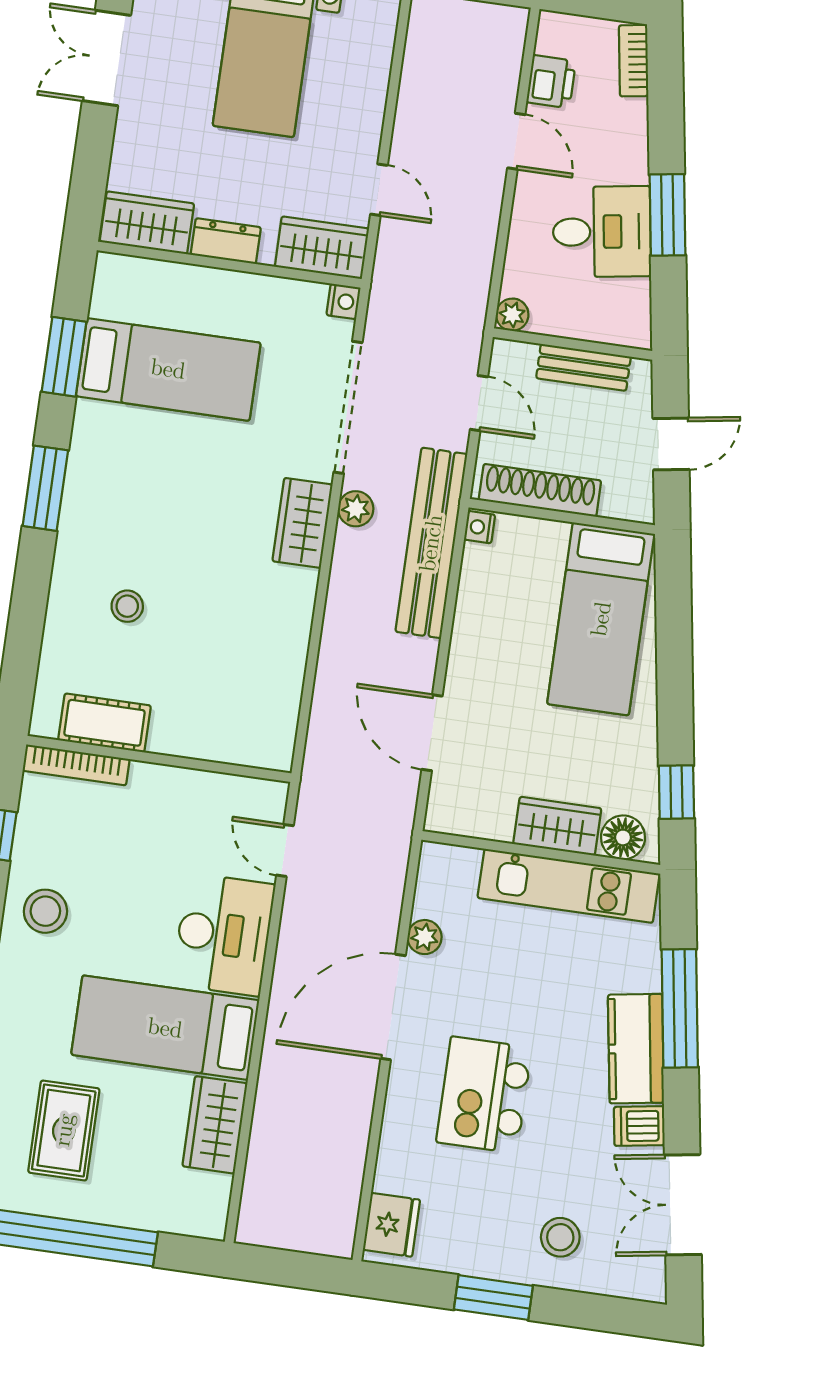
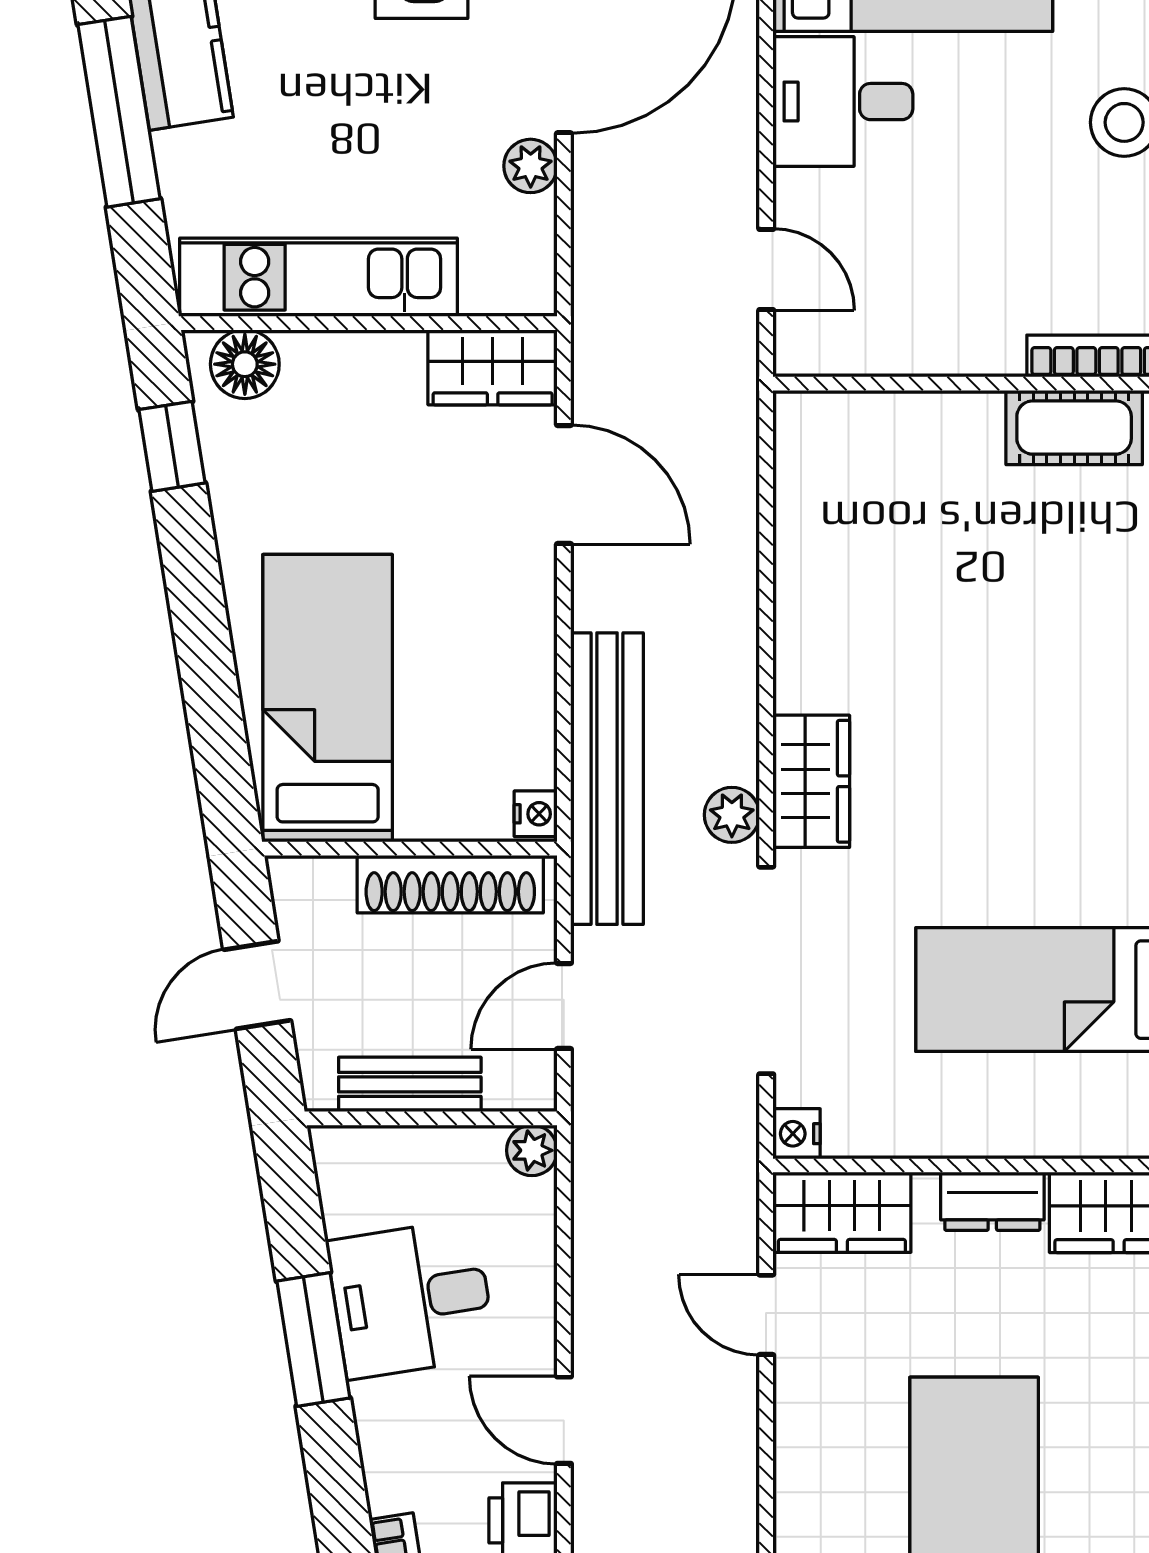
door: (479, 403) -> (564, 1006), hinge flipped
stool: (127, 606) -> (1065, 613), removed
wardrobe: (557, 826) -> (493, 367), moved
desk: (224, 934) -> (843, 102), width x0.73

